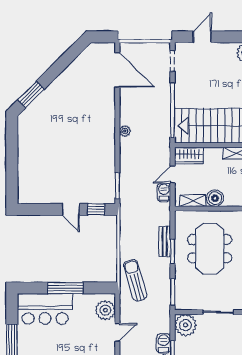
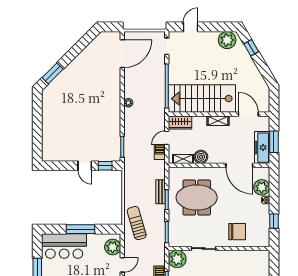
door: (117, 70) -> (122, 54), hinge flipped
meeting table: (210, 249) -> (197, 197), turned 90

